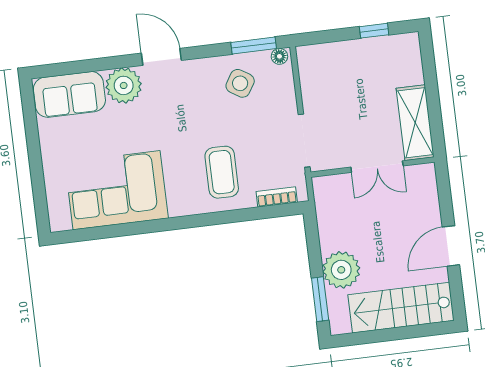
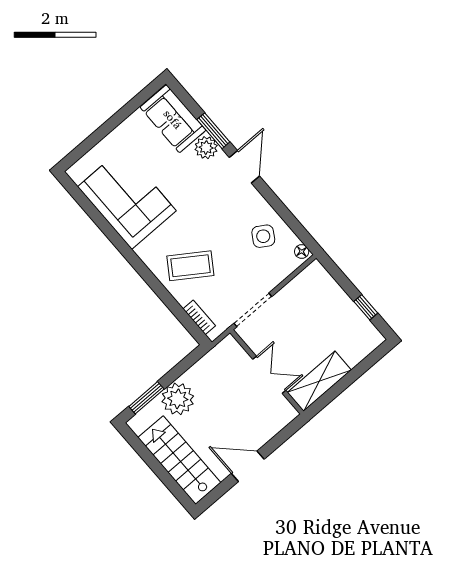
window: (254, 45) -> (213, 131), moved
plant: (124, 85) -> (206, 148), width x0.73, depth x0.73
double door: (377, 167) -> (269, 375), swing flipped
coffee table: (222, 172) -> (190, 266), turned 34

